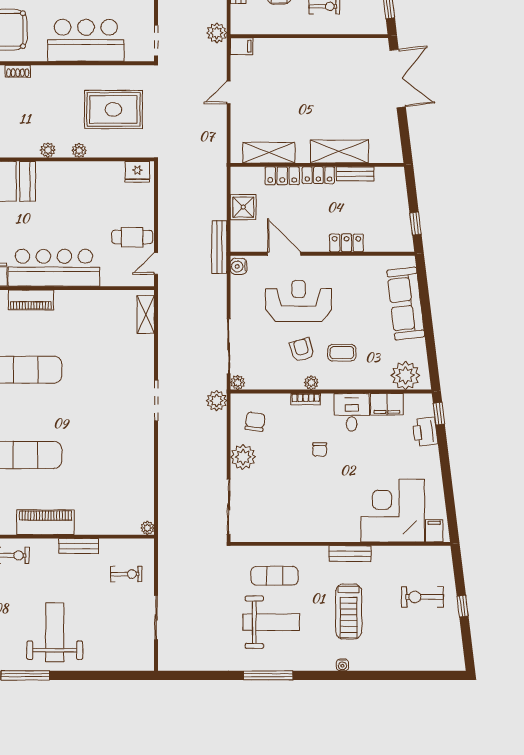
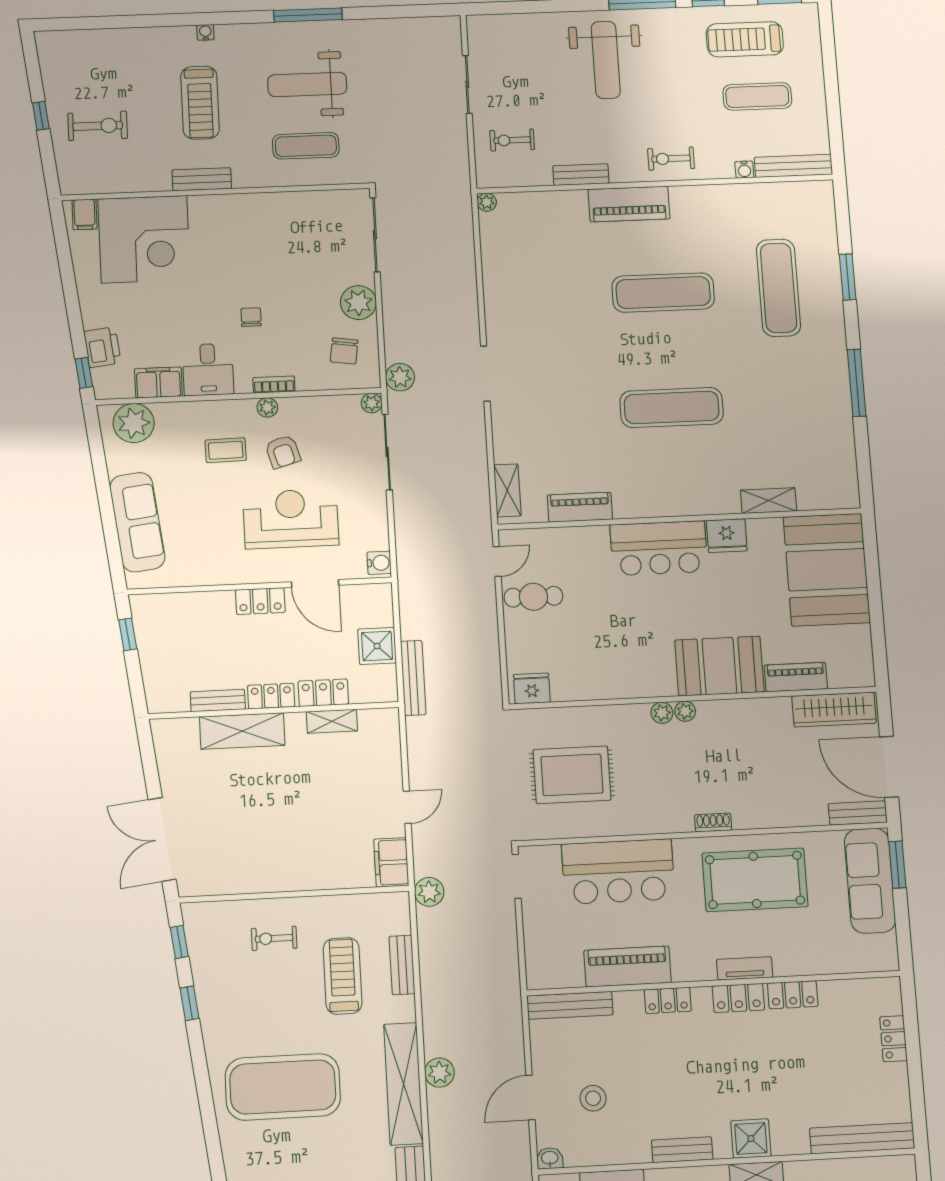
filing cabinet: (242, 46) -> (391, 862), width x2.00
plant: (79, 150) -> (685, 711), moved
shelving: (269, 153) -> (332, 721), width x0.67, depth x0.75
locker: (346, 243) -> (260, 601), moved
bench: (219, 247) -> (413, 678), moved
bar counter: (54, 268) -> (659, 548), width x0.73
piano: (31, 300) -> (580, 507), moved
reception desk: (299, 301) -> (291, 519), turned 180
treadmill: (349, 611) -> (200, 103), turned 180

